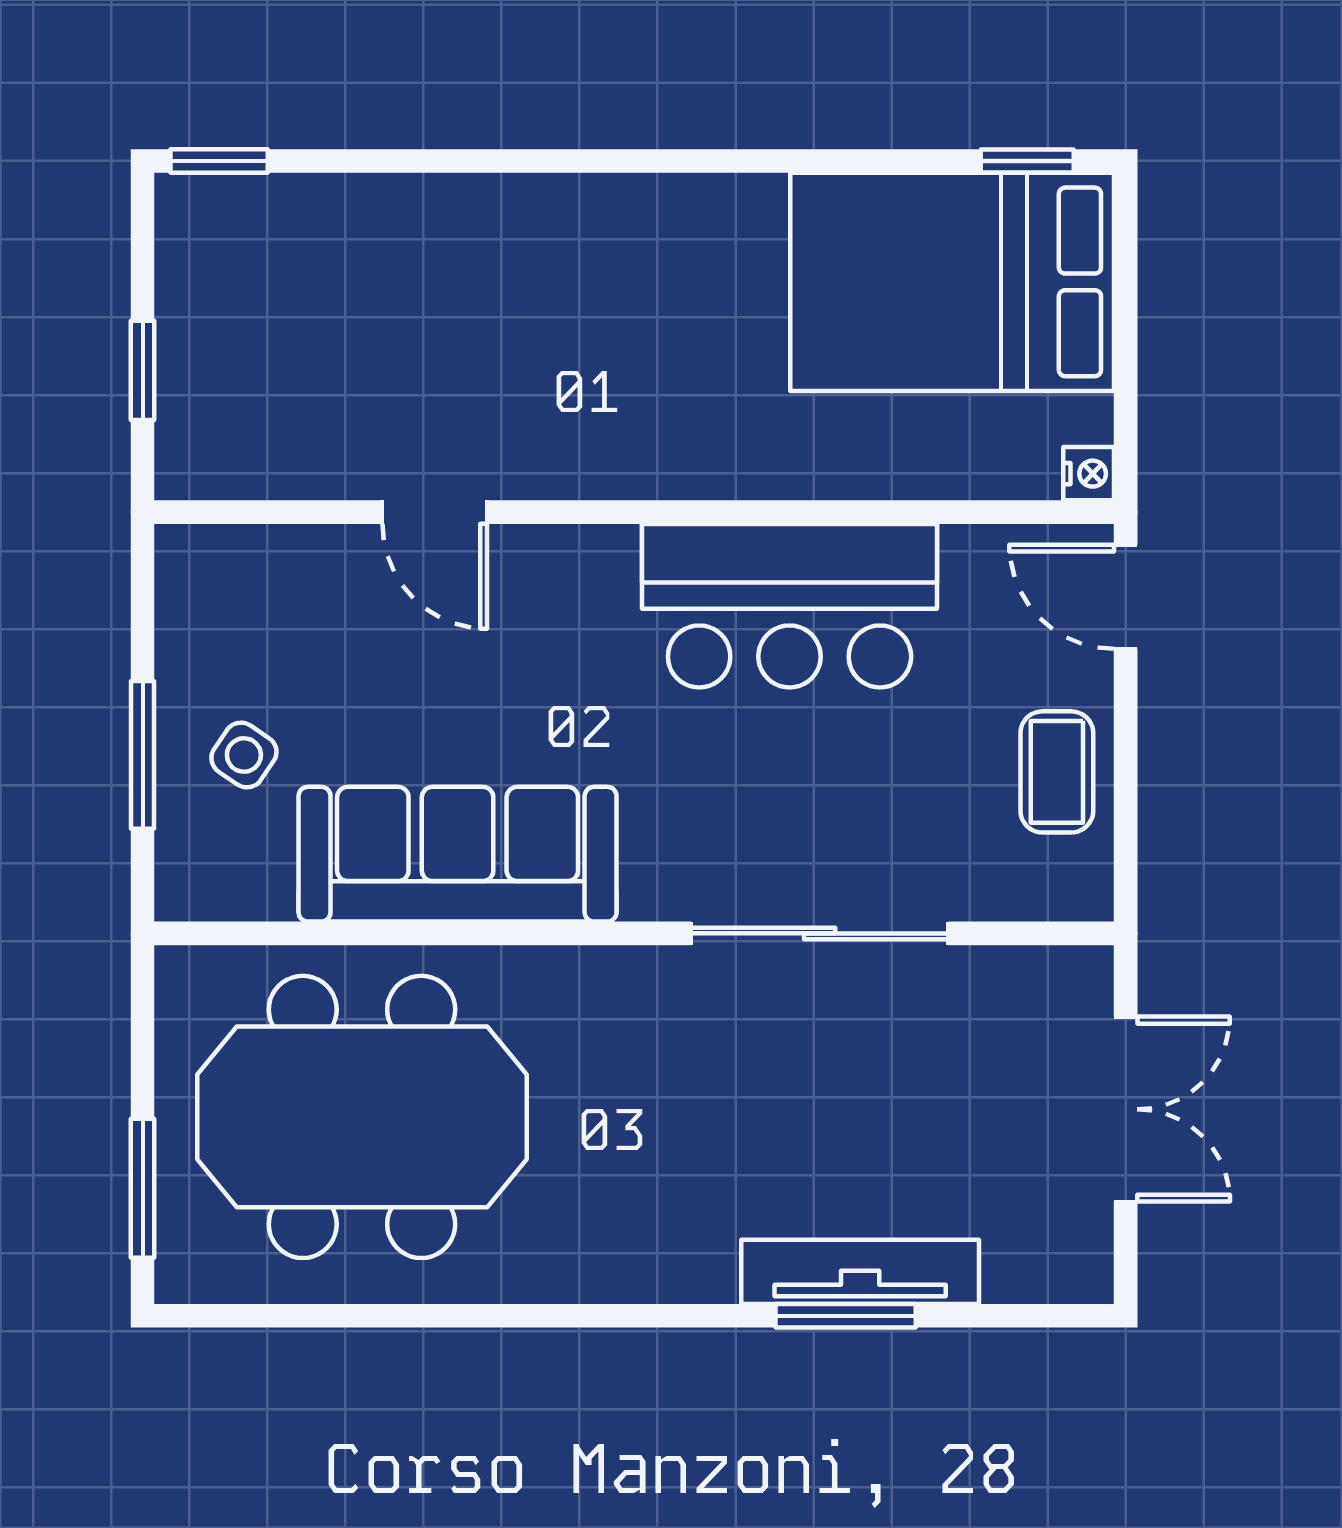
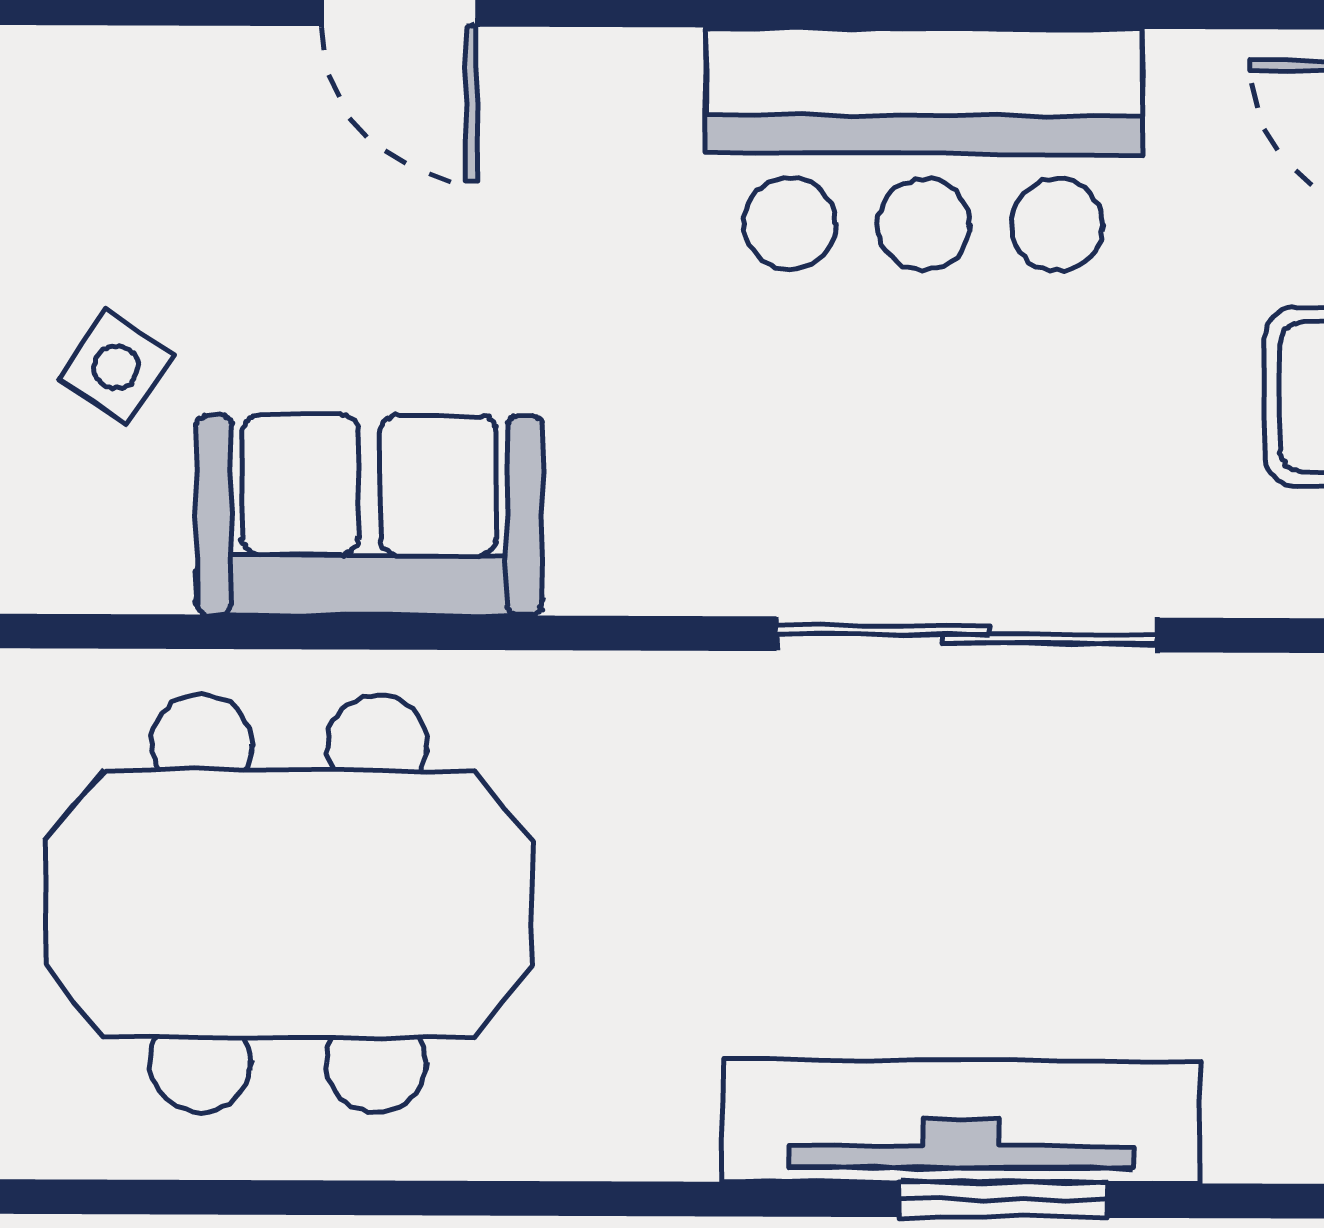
sofa: (458, 854) -> (369, 515), width x0.73
tv unit: (860, 1272) -> (961, 1121), width x1.36, depth x1.29

